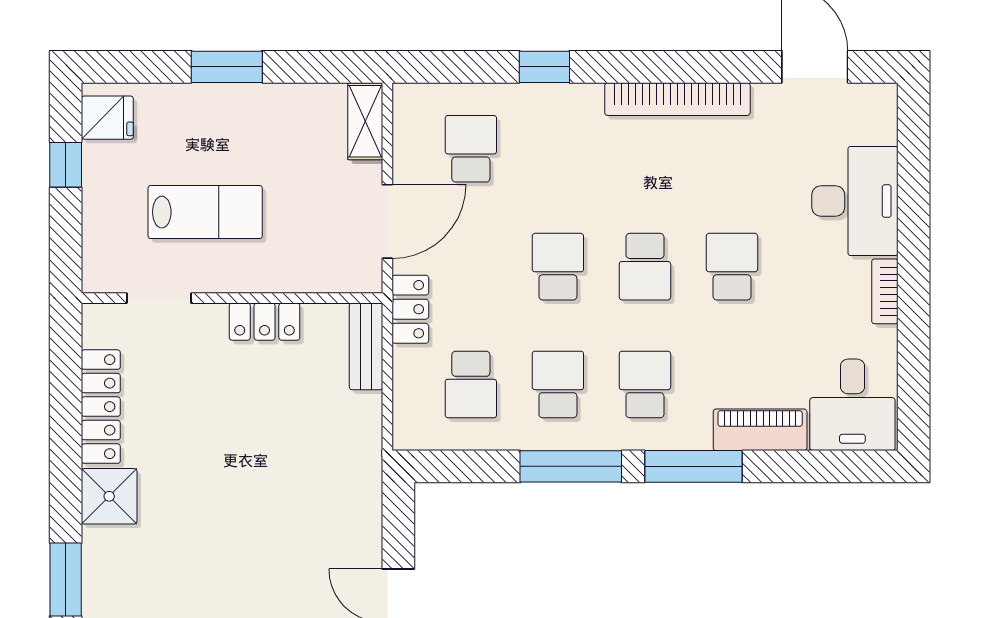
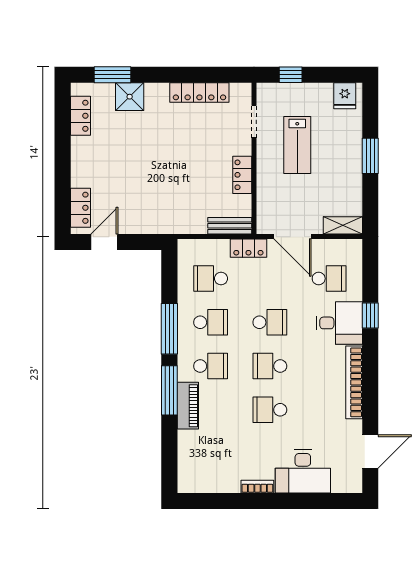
window: (66, 165) -> (291, 75), moved
school desk: (732, 267) -> (270, 410), turned 180
desk: (852, 405) -> (339, 323), moved, turned 180
piano: (760, 430) -> (188, 406), moved
shower: (109, 496) -> (130, 97), moved

